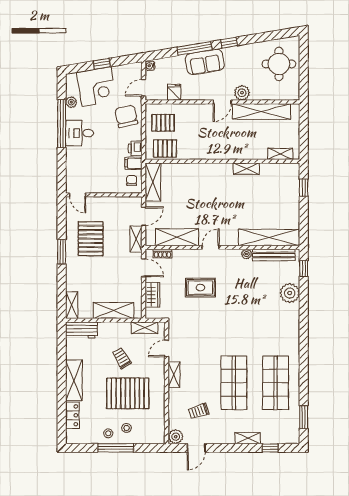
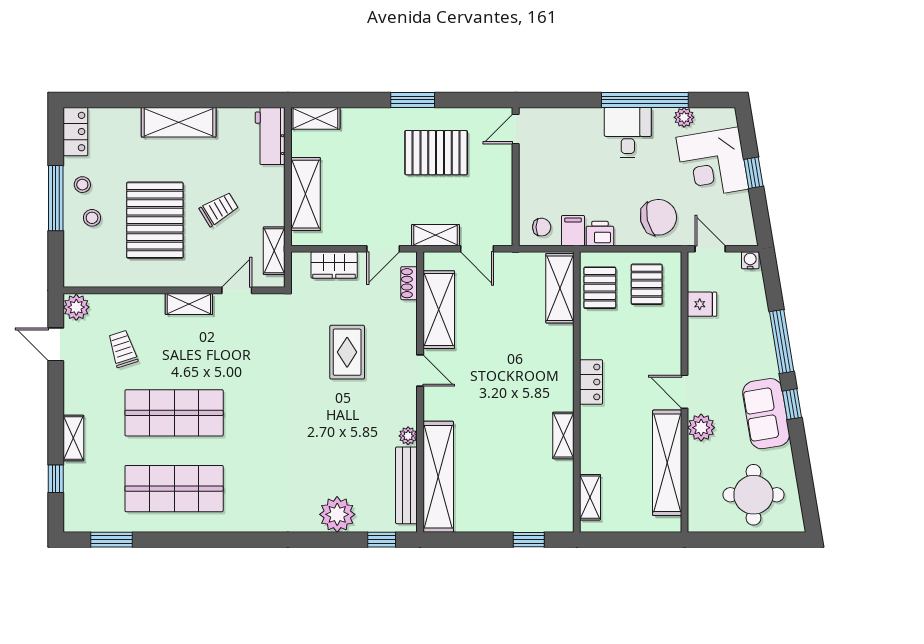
sofa: (205, 62) -> (766, 414), moved
locker: (217, 153) -> (591, 382), added
shelving: (153, 182) -> (560, 288), moved, turned 90
door: (166, 348) -> (237, 290), hinge flipped
locker: (72, 415) -> (75, 132), moved, turned -90

